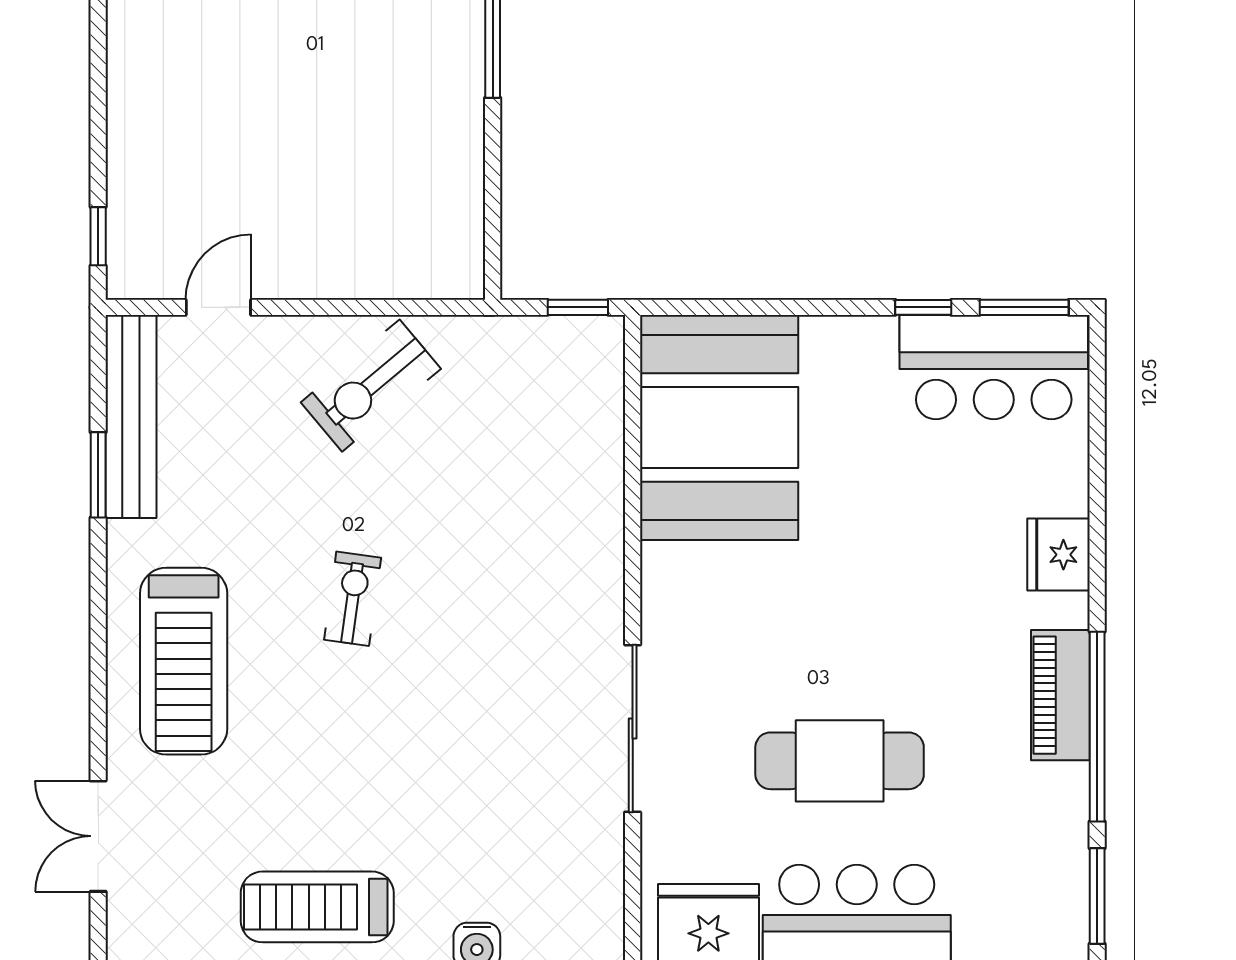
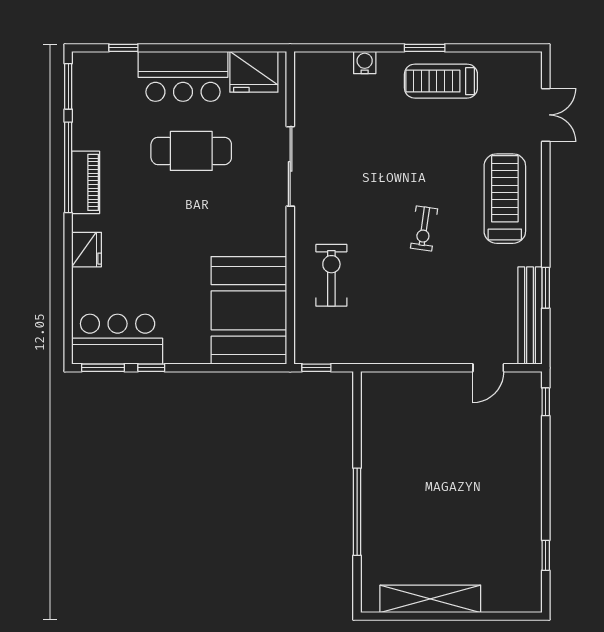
exercise bike: (371, 386) -> (331, 275), moved, turned -50
treadmill: (317, 907) -> (441, 81), turned 180

